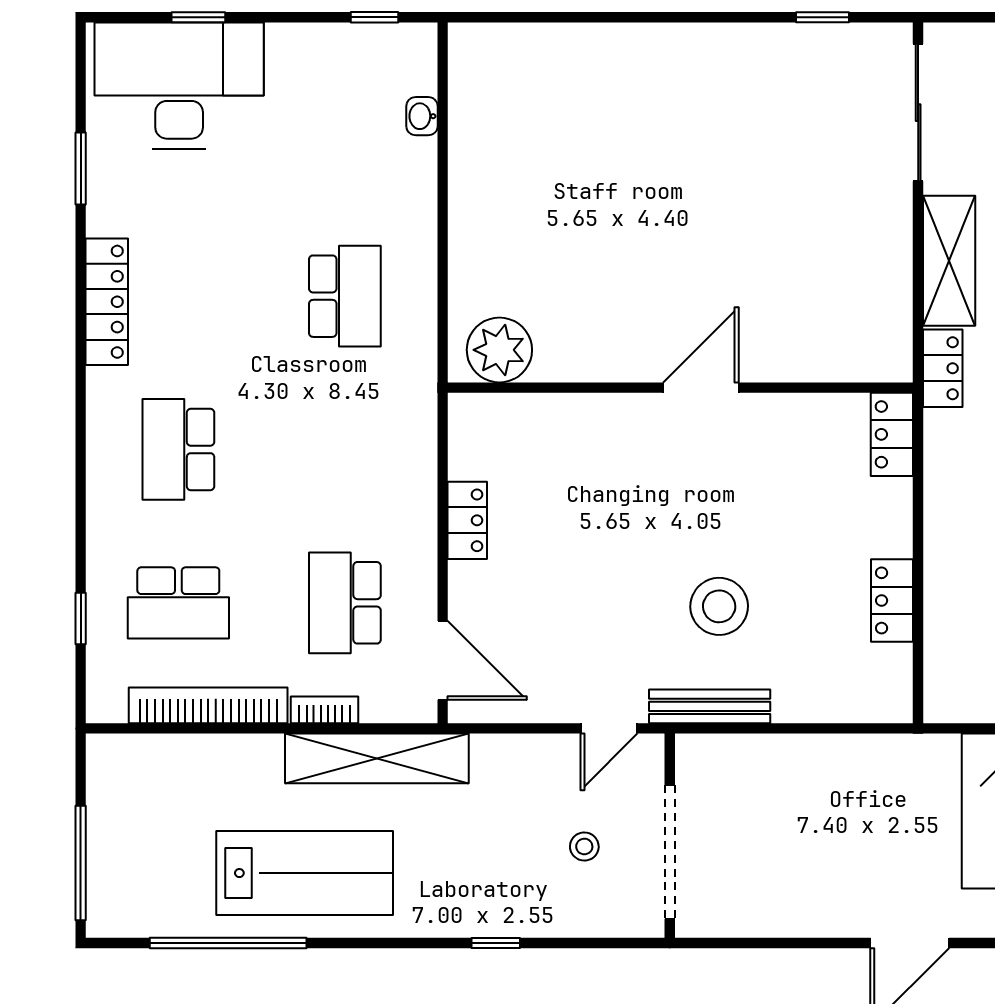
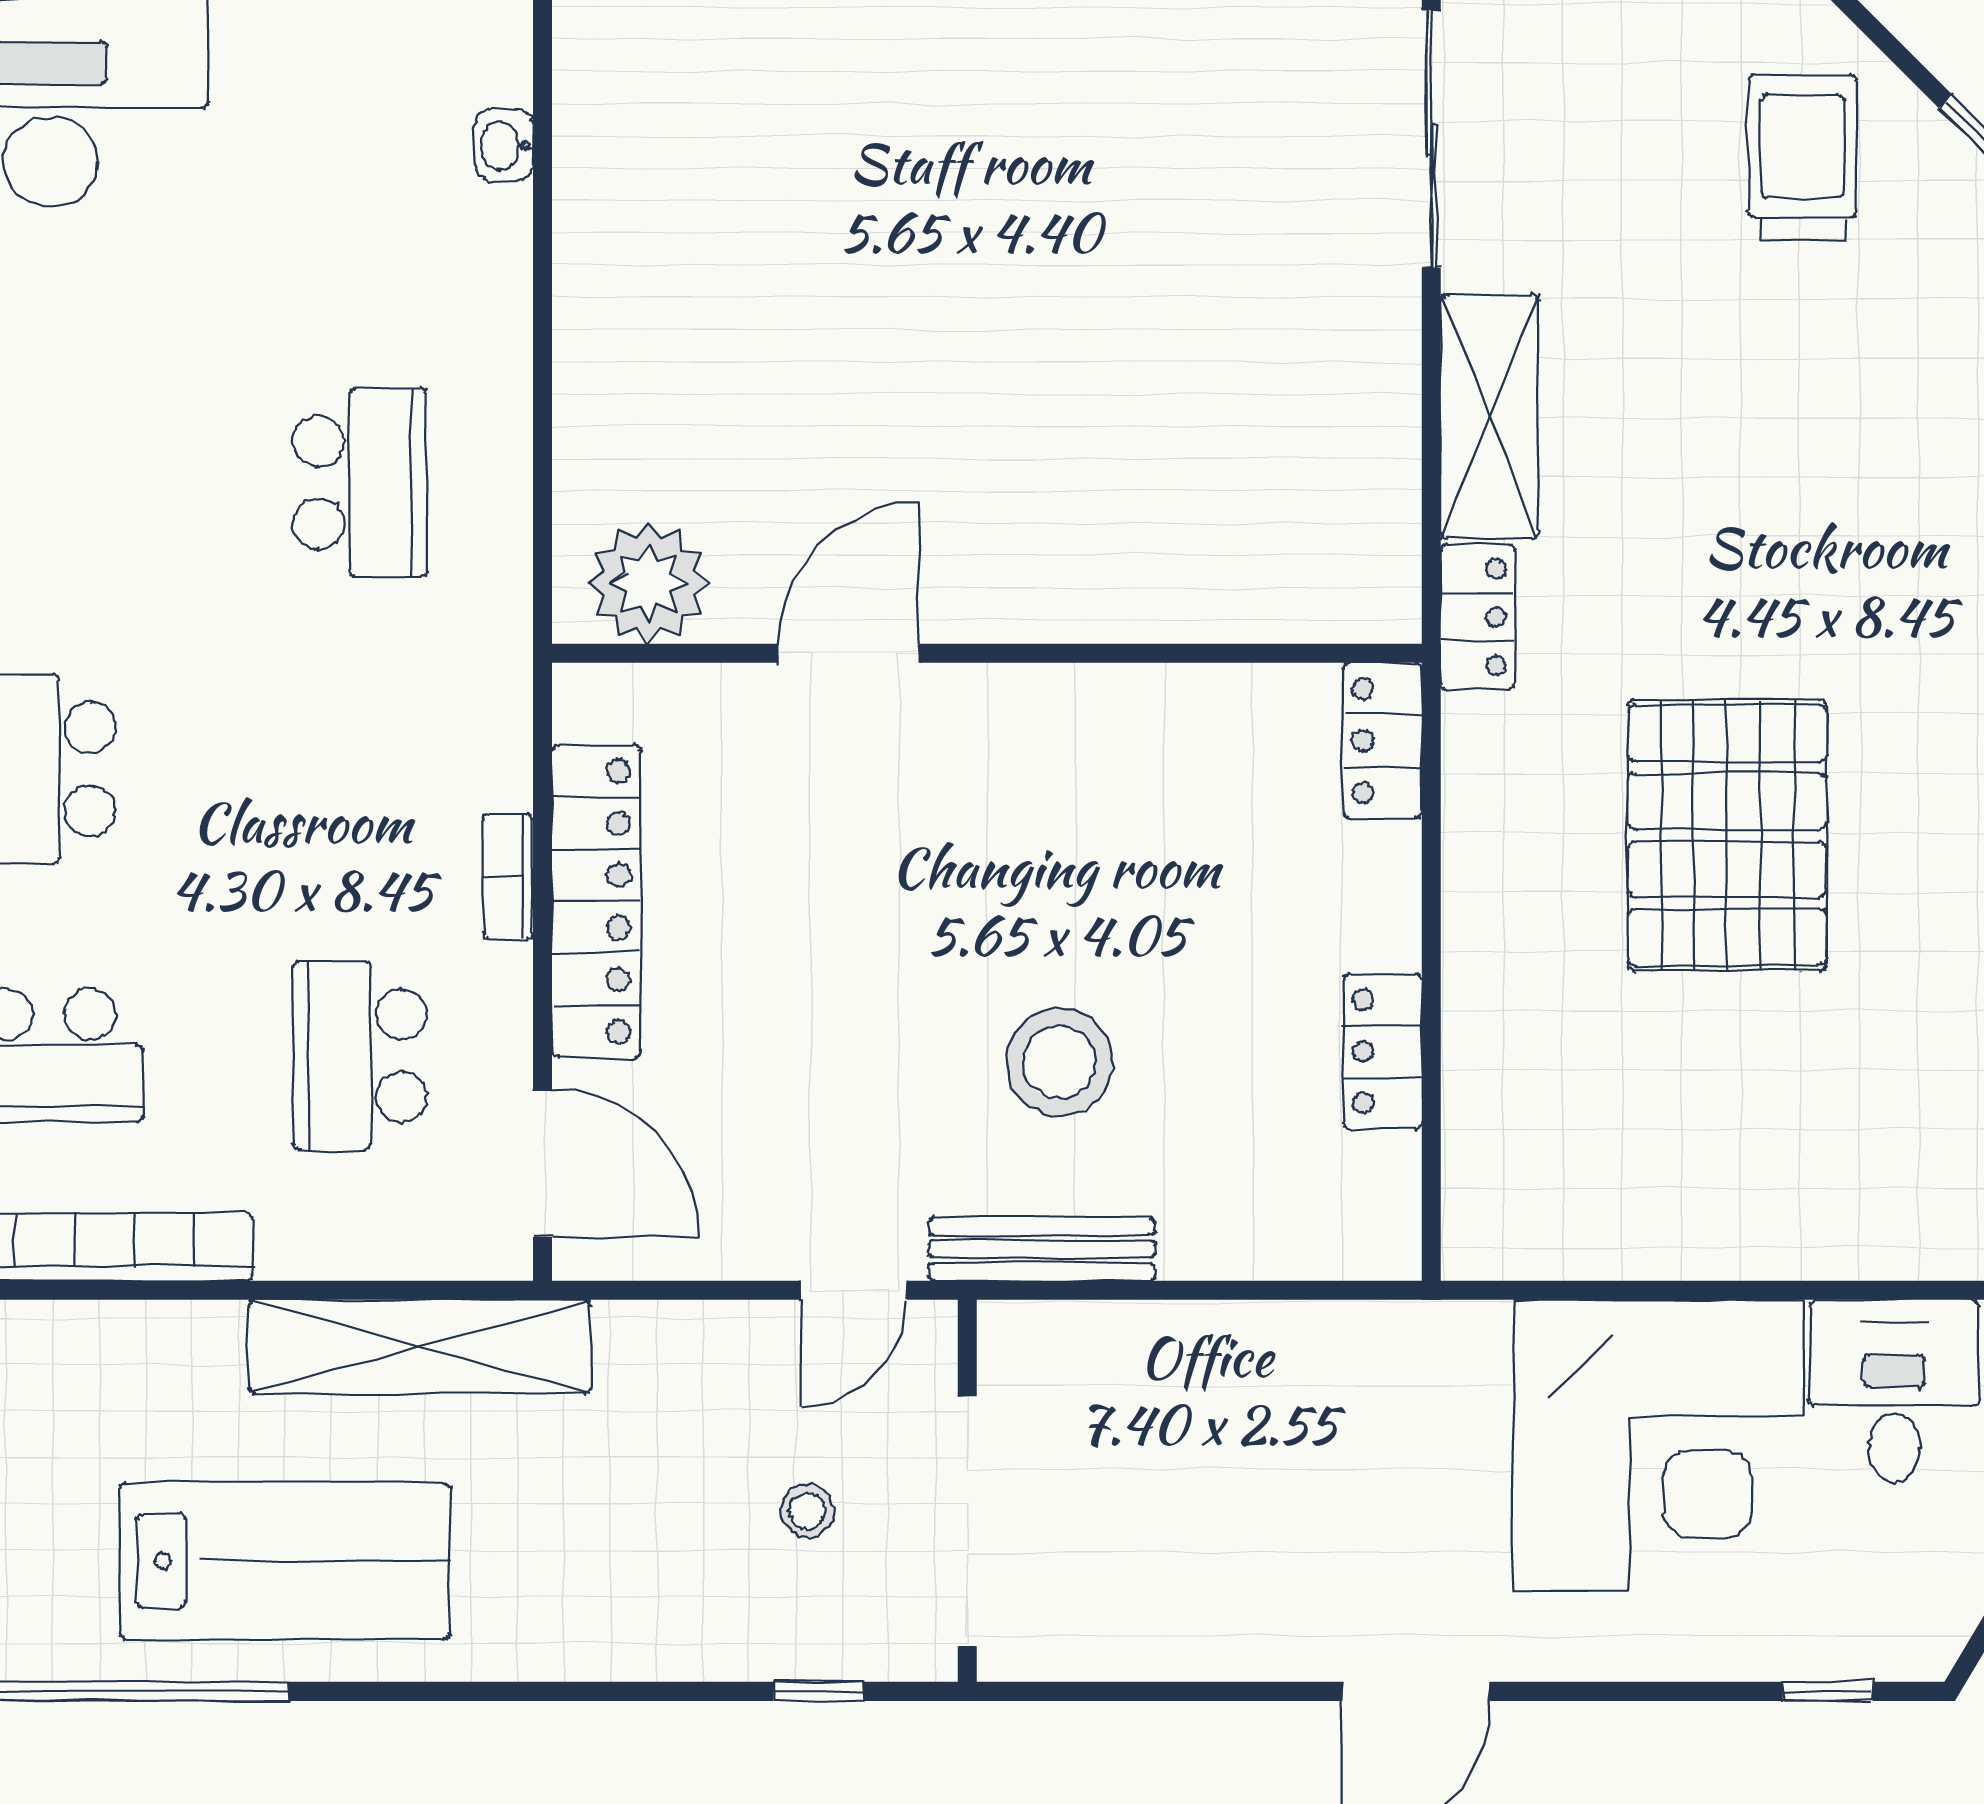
door: (701, 388) -> (848, 653), moved
locker: (467, 520) -> (596, 901), width x2.16, depth x1.21
bookcase: (324, 710) -> (508, 877), moved, turned -90
window: (496, 943) -> (819, 1691), moved

